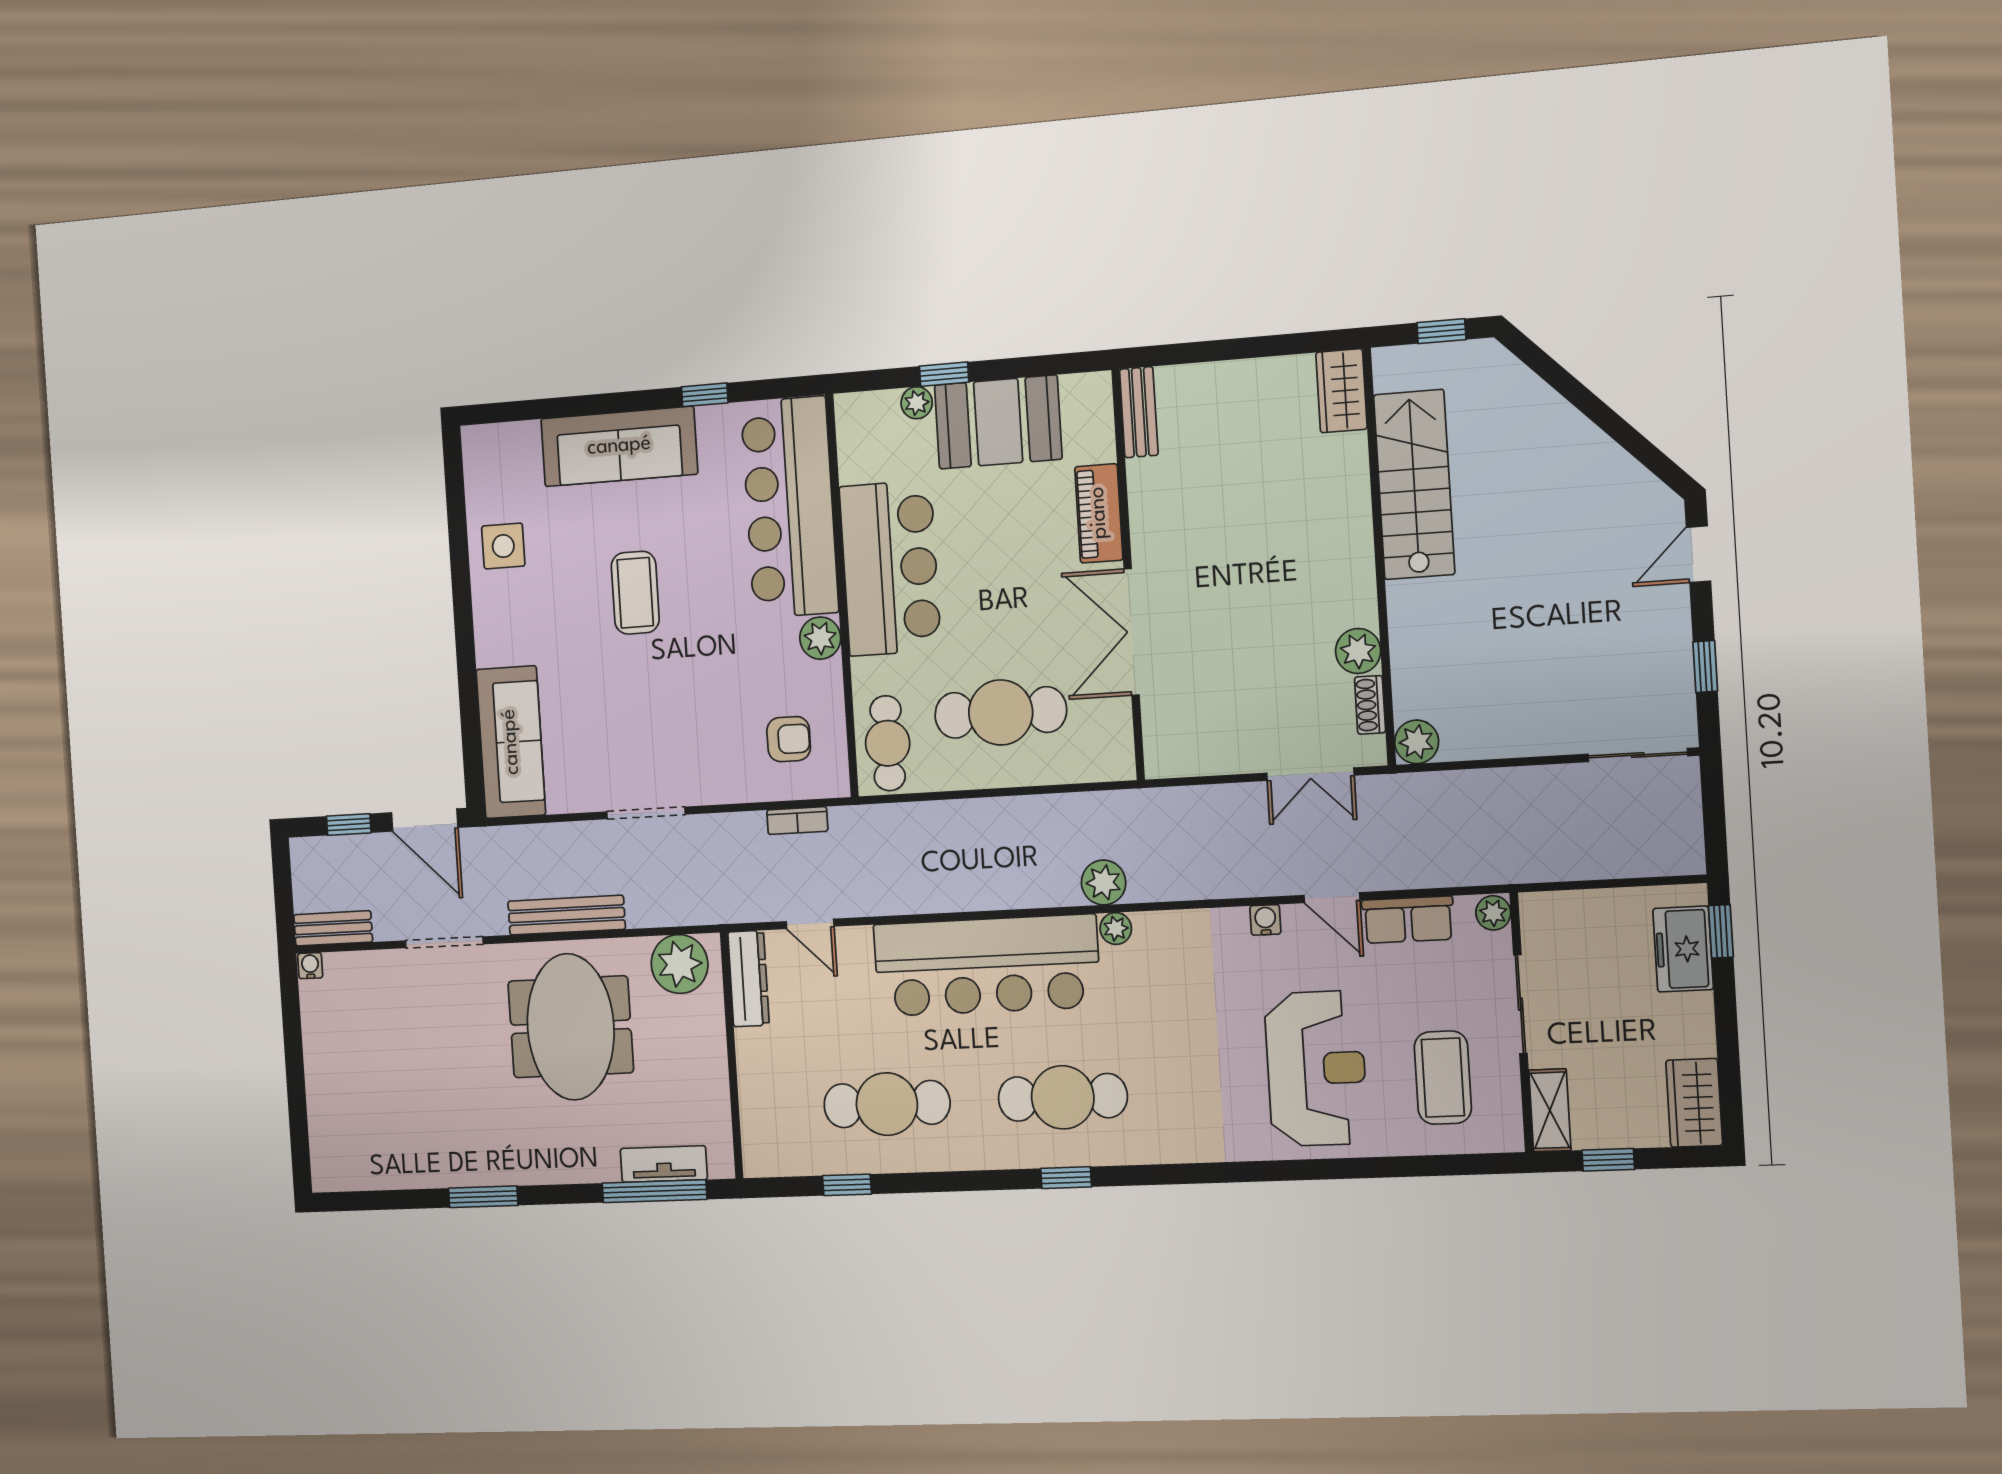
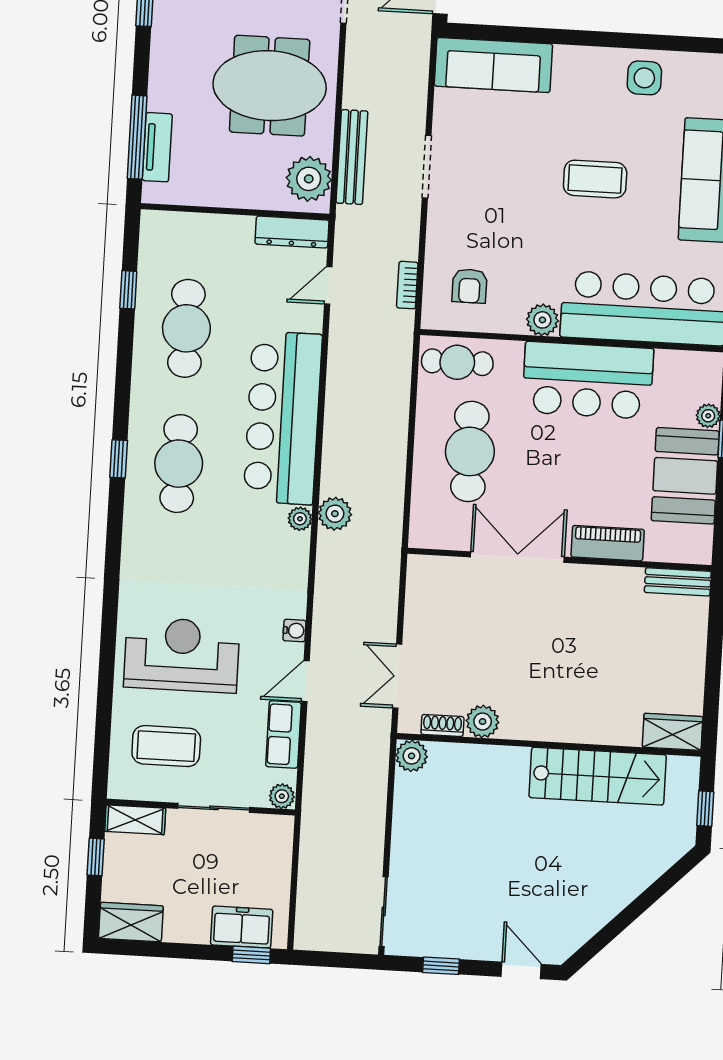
bench: (567, 915) -> (352, 157), moved
reception desk: (1316, 1069) -> (182, 655), turned 180

